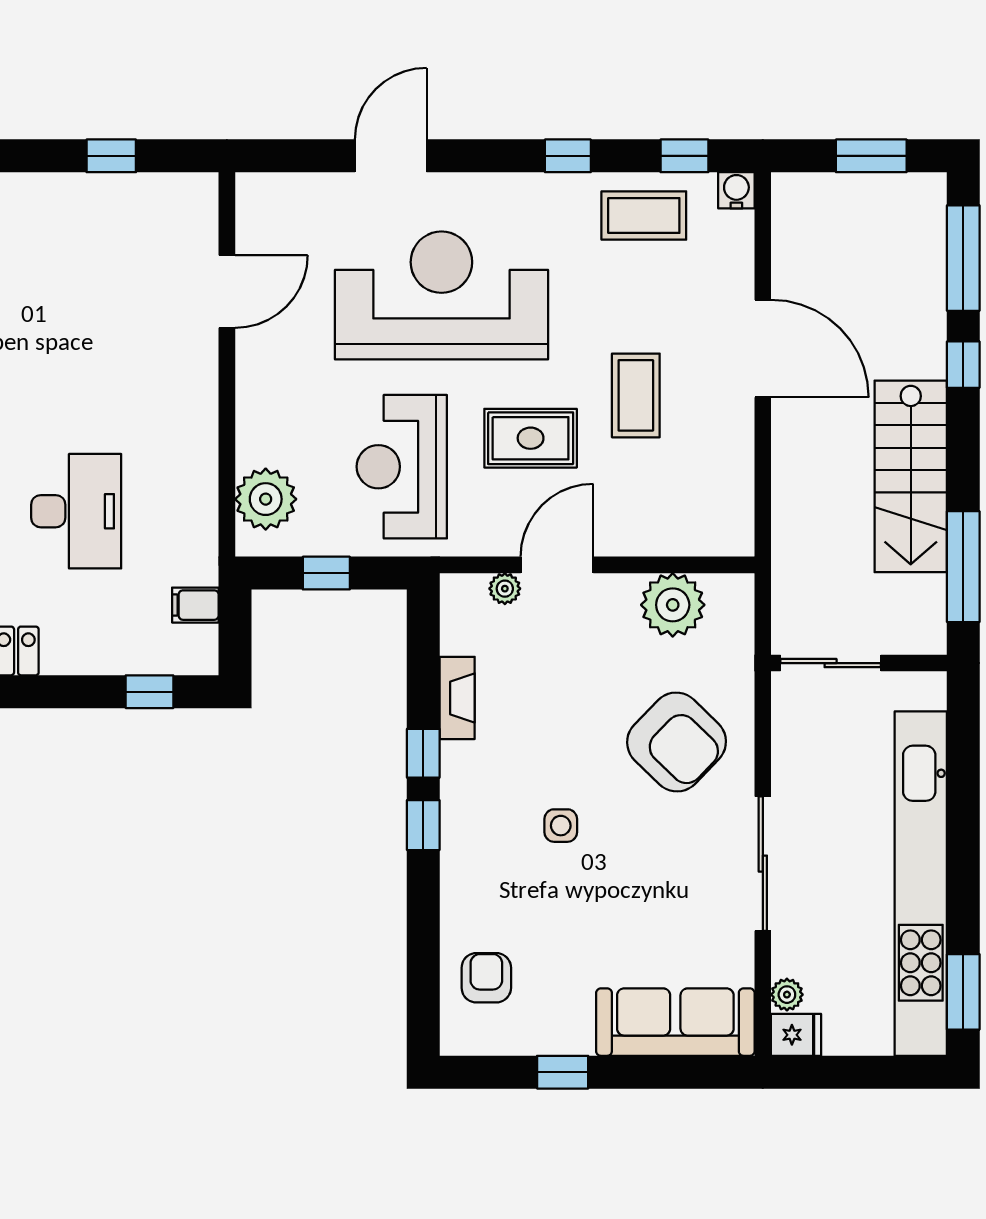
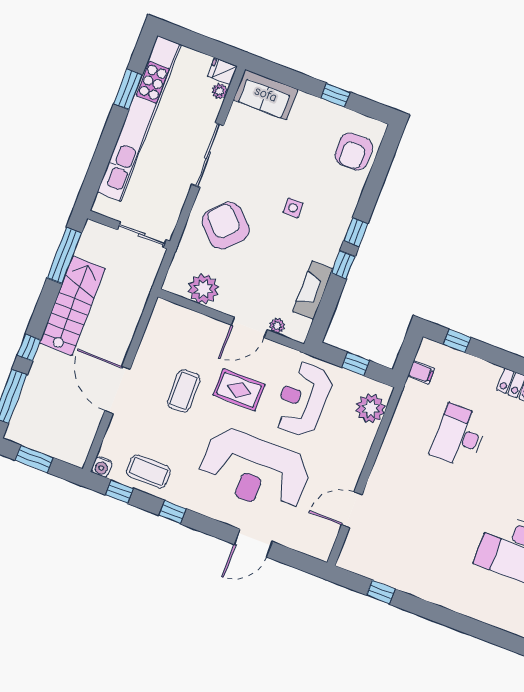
reception desk: (402, 467) -> (303, 399), turned 180
fireplace: (457, 698) -> (313, 290), width x1.37, depth x1.32
armchair: (486, 978) -> (354, 151), width x1.38, depth x1.38
window: (963, 992) -> (128, 89), moved
sofa: (675, 1022) -> (266, 94), width x0.73

